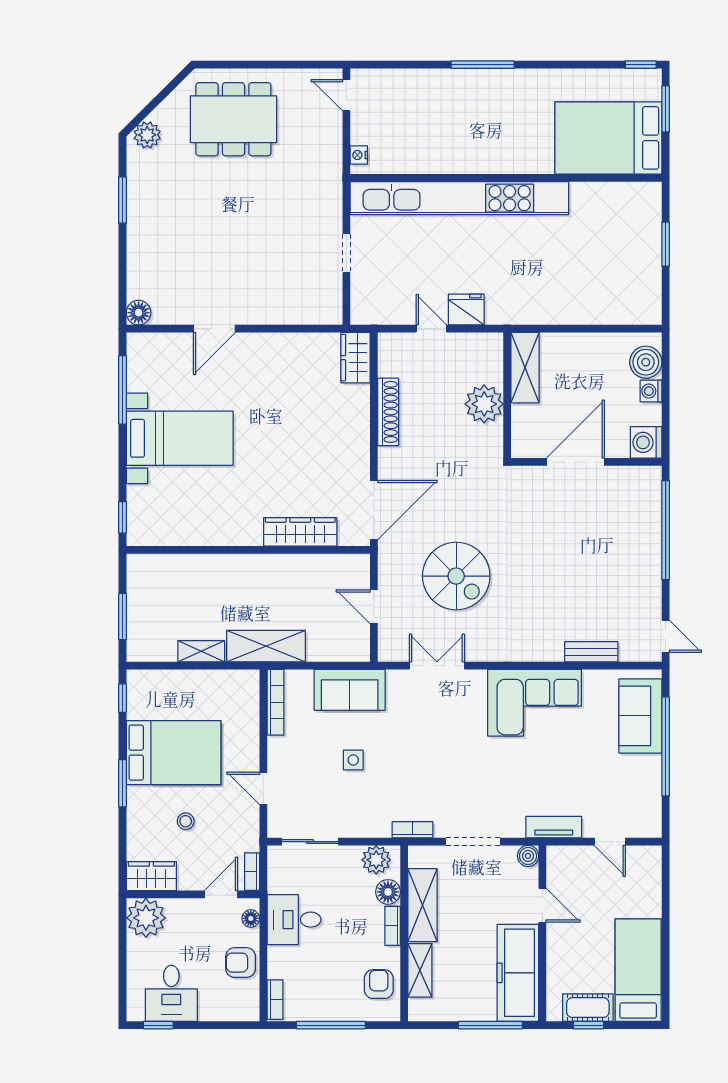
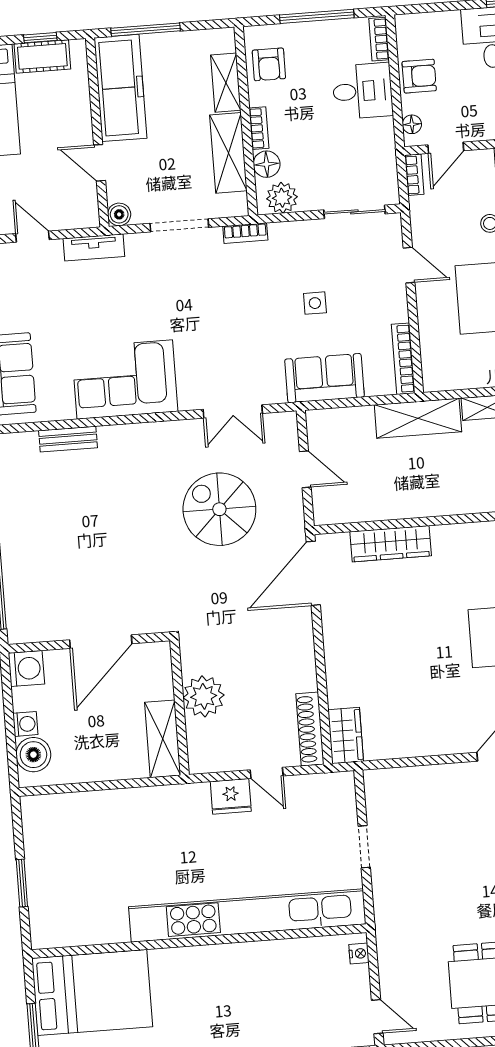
shoe rack: (388, 412) -> (310, 729), moved
desk: (294, 920) -> (363, 91), moved

